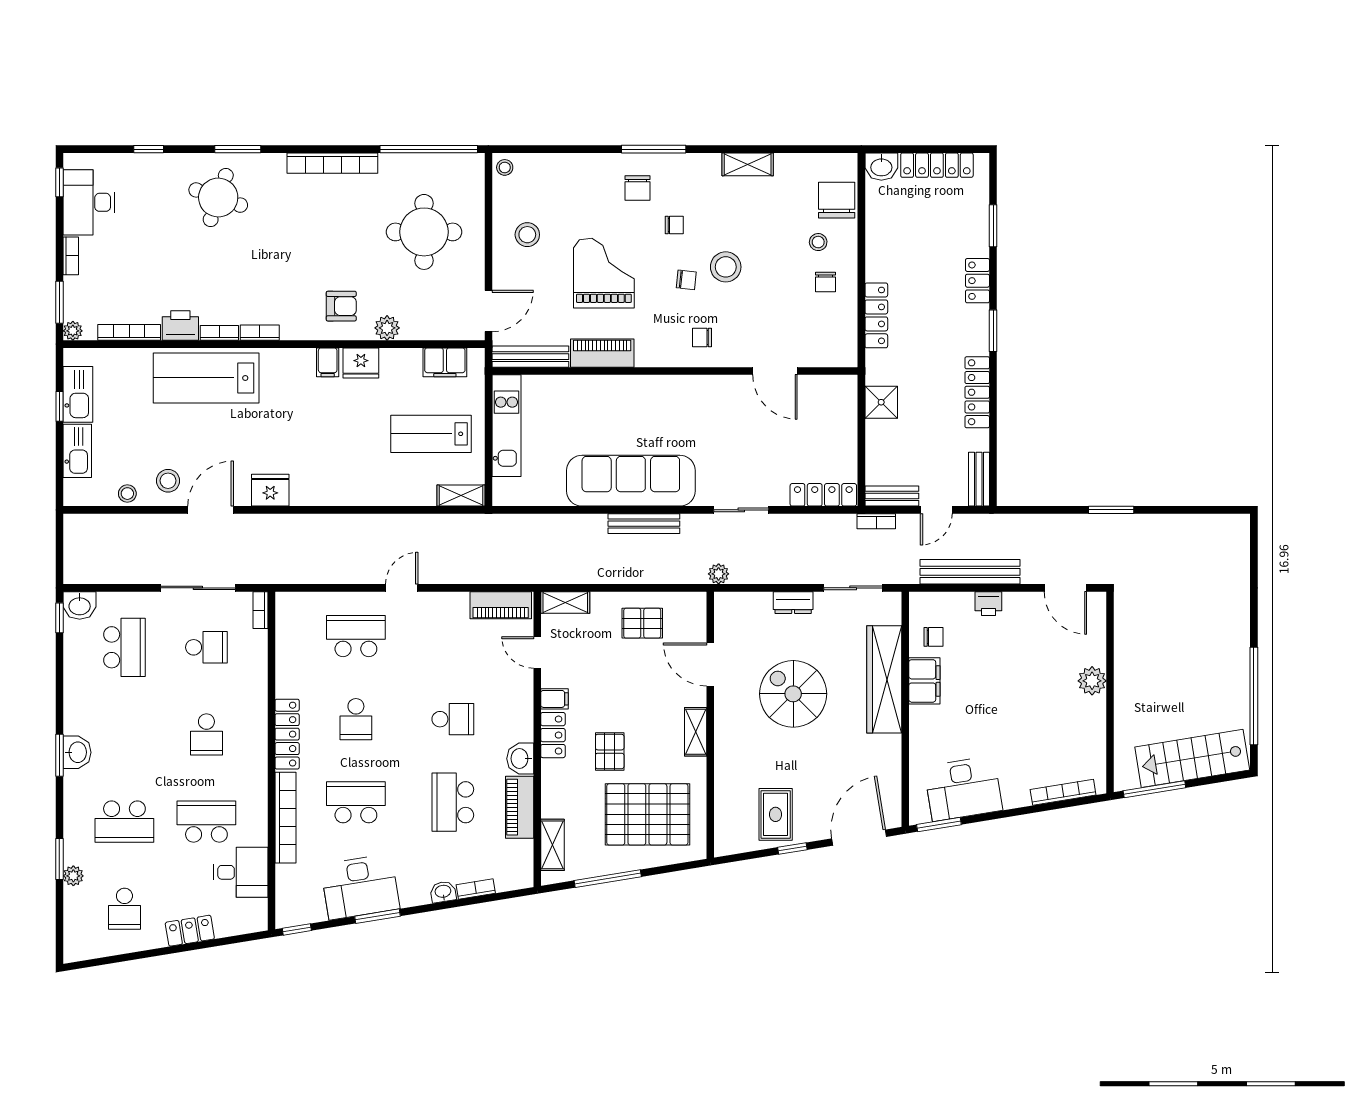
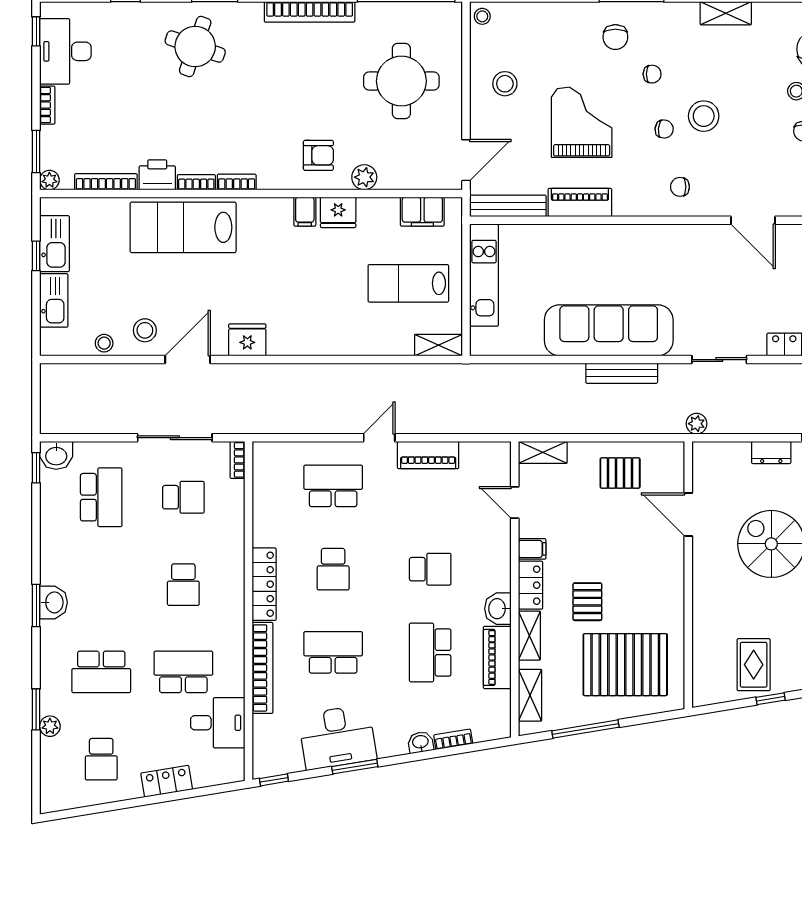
piano: (501, 605) -> (428, 455), moved
shelving: (696, 732) -> (529, 636), moved

